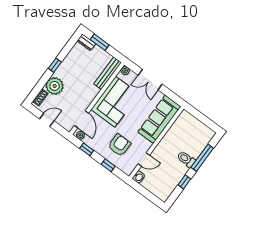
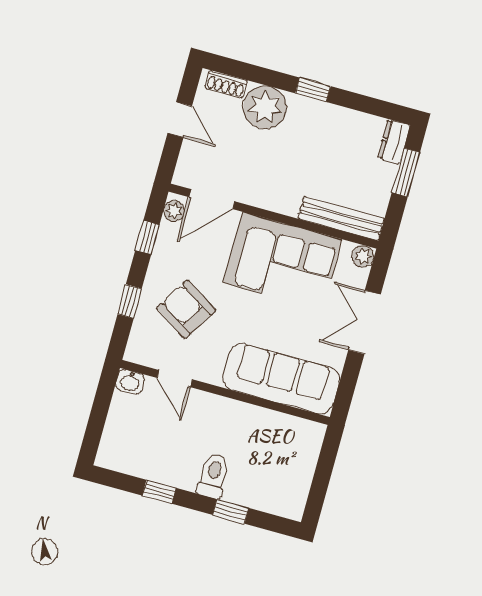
armchair: (119, 145) -> (186, 309), turned -148
window: (202, 158) -> (231, 511), width x0.46

